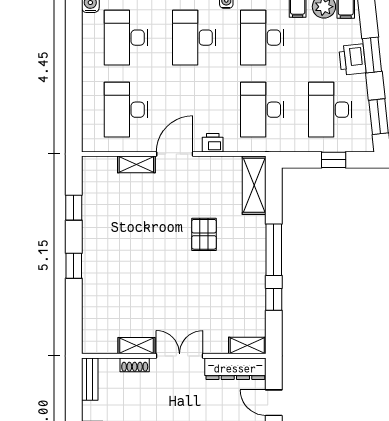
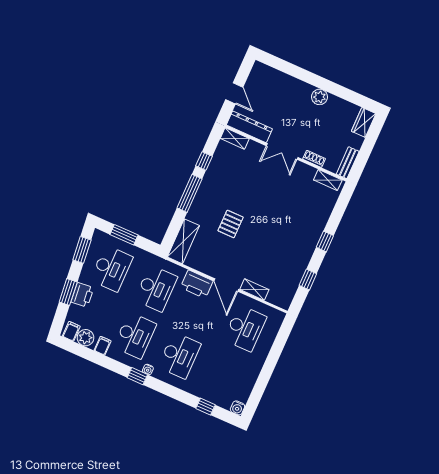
desk: (126, 38) -> (224, 375), removed
printer: (213, 143) -> (197, 284), width x1.87, depth x1.48
door: (175, 154) -> (226, 285), hinge flipped
window: (334, 160) -> (124, 235), width x1.50
shelving: (137, 346) -> (328, 180), moved

